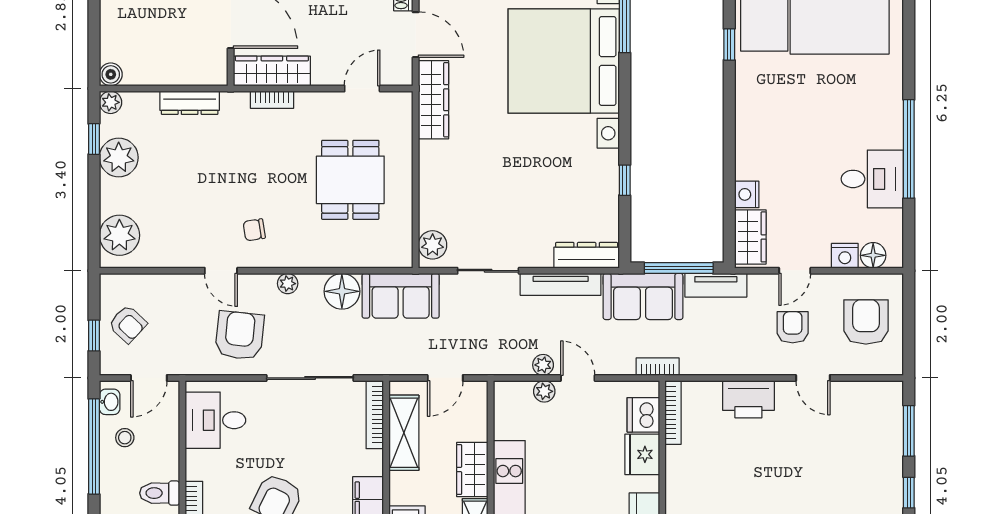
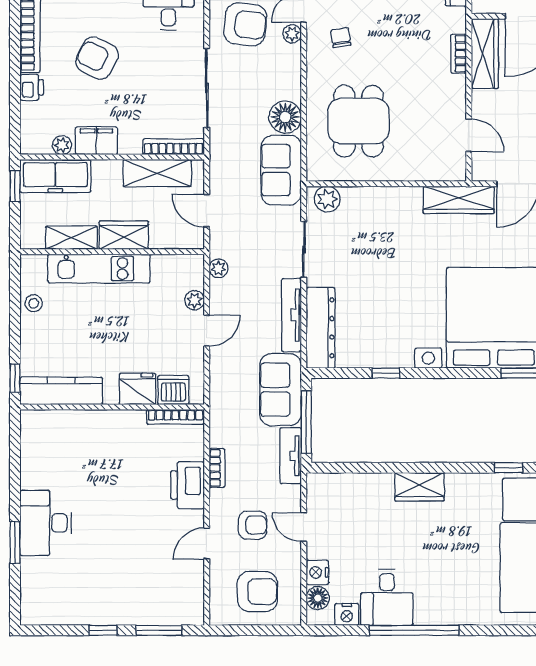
dining table: (350, 180) -> (358, 121), moved, turned 90
nightstand: (747, 194) -> (347, 614), moved, turned 180
wardrobe: (750, 237) -> (419, 487), moved
dresser: (587, 255) -> (321, 328), width x1.37, depth x1.24
plant: (288, 284) -> (292, 34), moved
plant: (543, 365) -> (219, 268), moved
bookcase: (658, 367) -> (217, 468), moved

